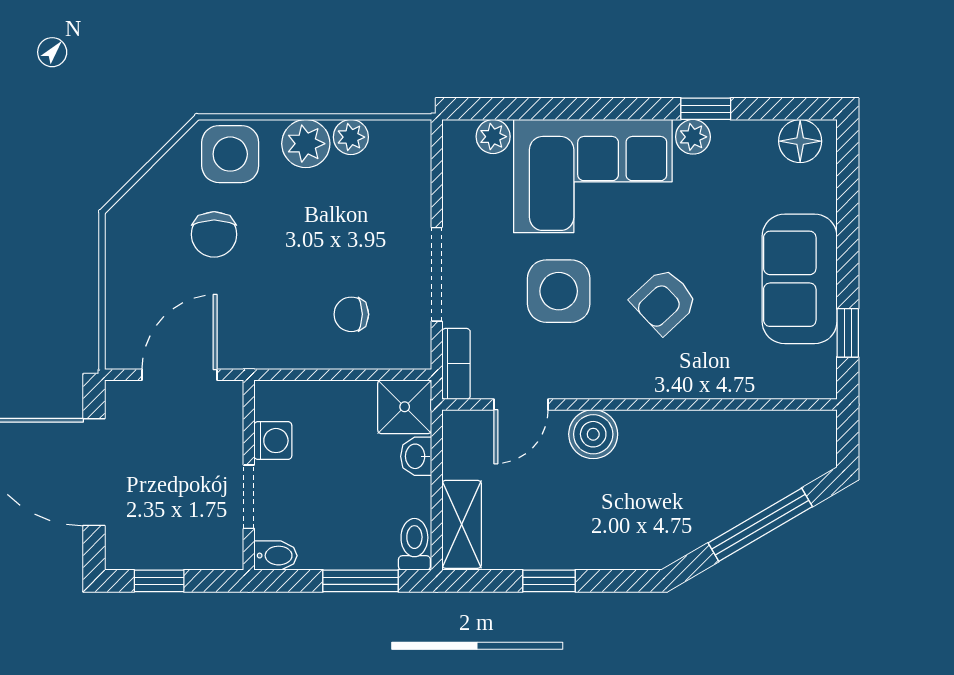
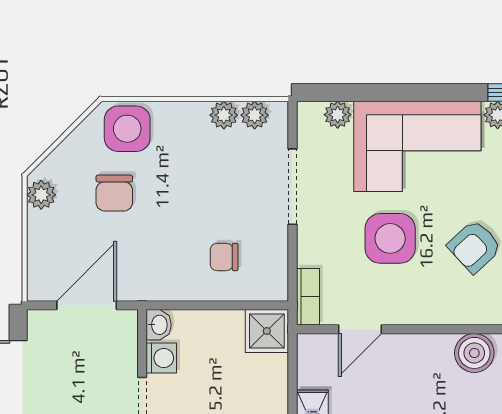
plant: (306, 144) -> (255, 115), moved, width x0.73, depth x0.73
plant: (123, 237) -> (41, 195), added
doorway: (437, 274) -> (292, 187), moved
boiler: (593, 434) -> (474, 353), moved
washbasin: (416, 456) -> (159, 325), moved, turned 180

